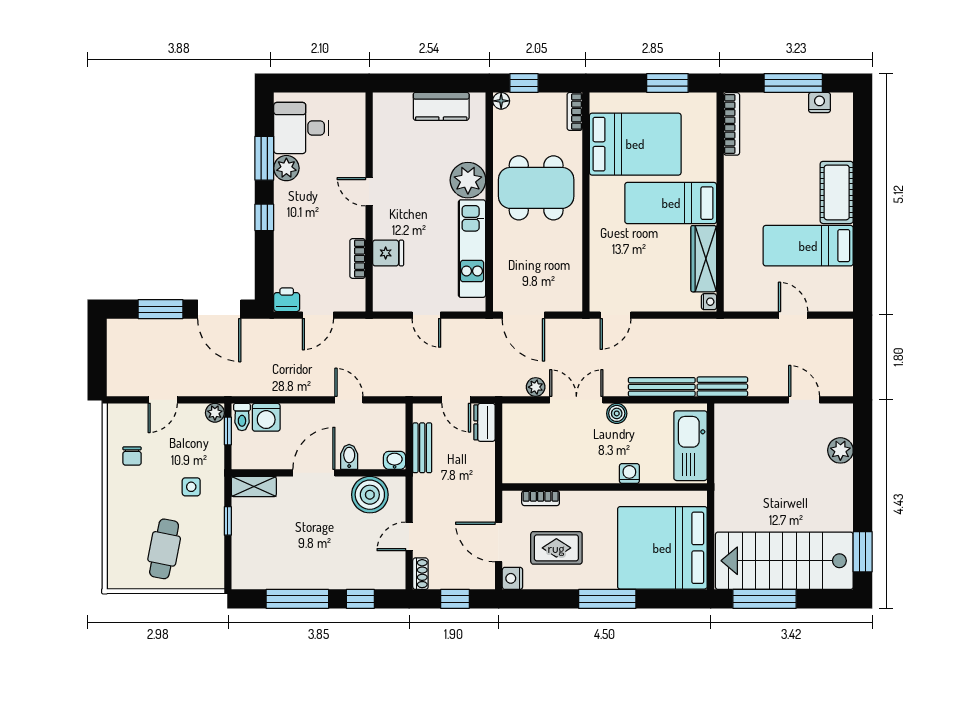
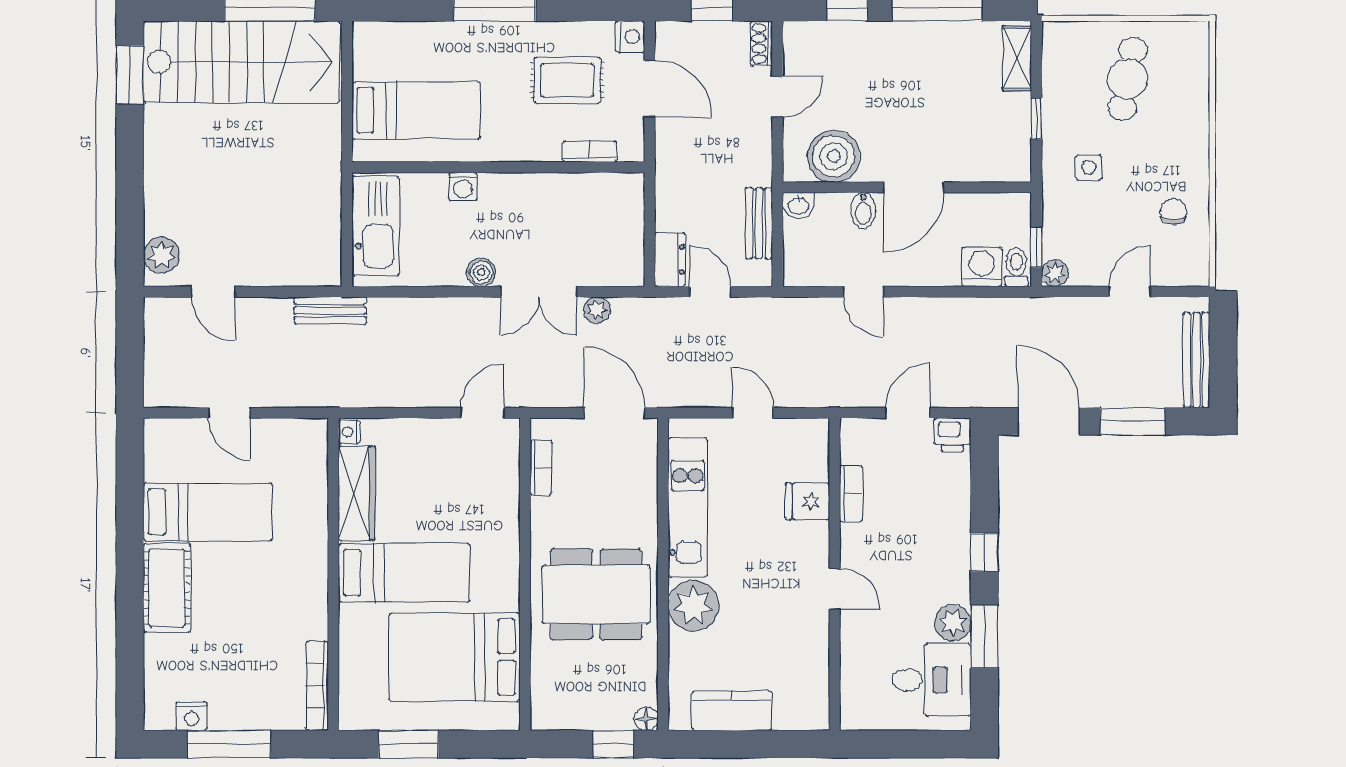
bookcase: (575, 111) -> (541, 468), moved
bench: (662, 387) -> (1196, 360), moved, turned 90
plant: (840, 450) -> (162, 255), moved
shelving: (254, 487) -> (1017, 58), moved, turned 90
bed: (662, 548) -> (416, 110), width x0.49

